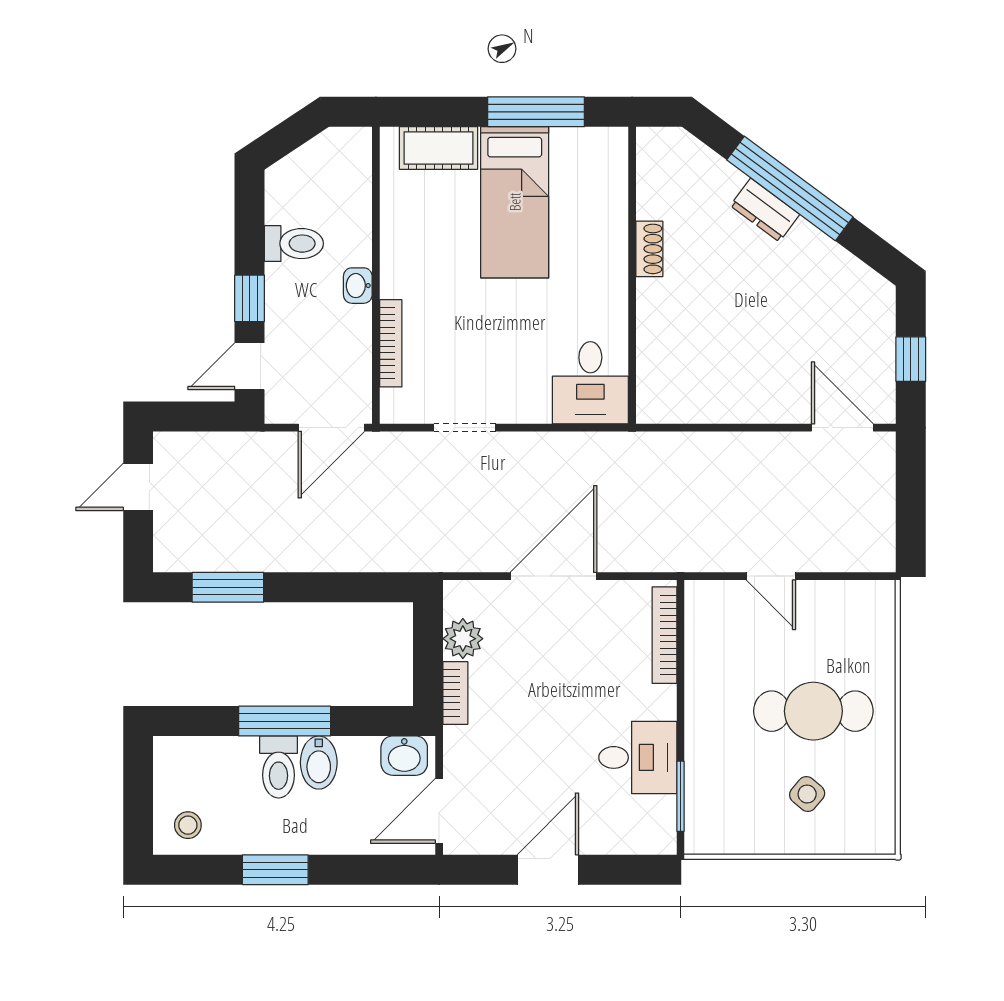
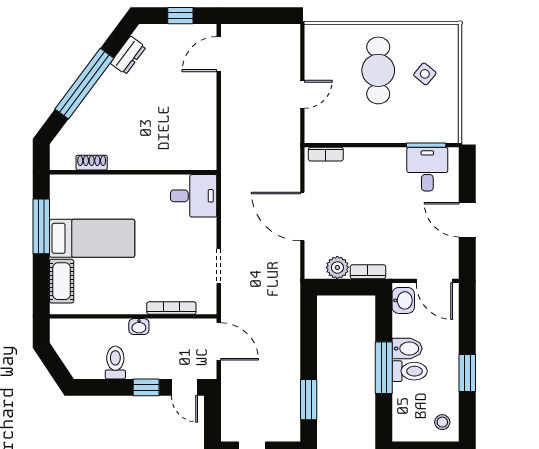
dresser: (765, 210) -> (128, 55), moved
shoe rack: (649, 249) -> (92, 163), moved
bookcase: (664, 635) -> (326, 154), width x0.64
desk: (638, 757) -> (427, 169), moved

